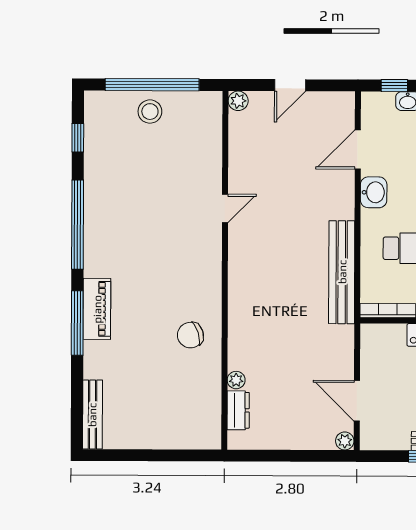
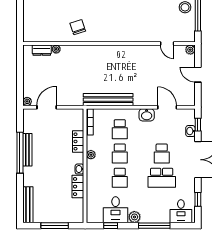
door: (225, 208) -> (167, 44), moved

